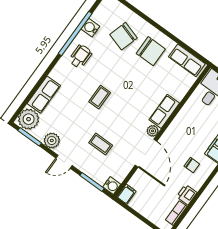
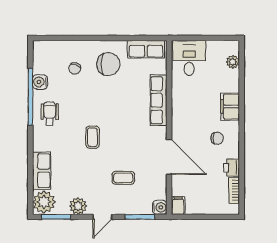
chair: (124, 36) -> (75, 68), width x0.54, depth x0.54
row of seats: (164, 111) -> (159, 100), width x1.48
plant: (153, 131) -> (161, 133), removed

